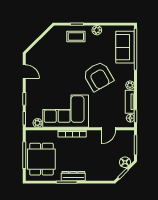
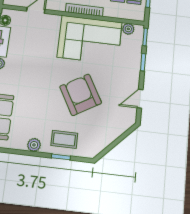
door: (24, 72) -> (140, 99), hinge flipped
armchair: (98, 76) -> (81, 95), moved

